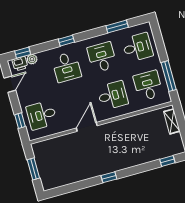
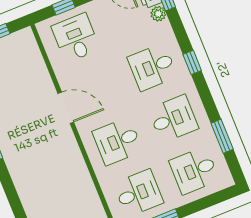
desk: (137, 47) -> (194, 171), turned 90
desk: (113, 95) -> (117, 141), turned 90

